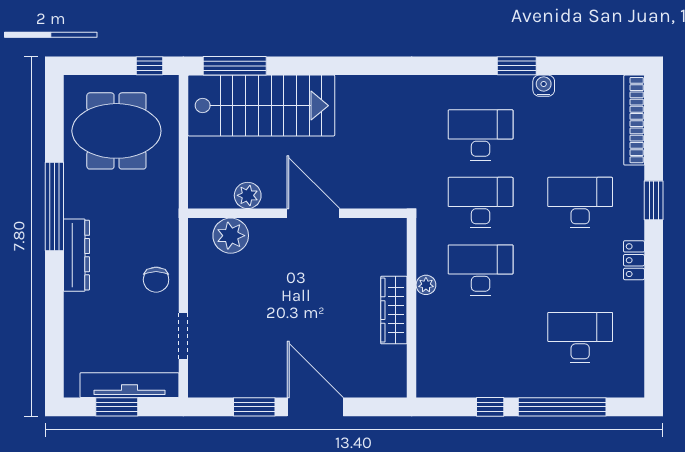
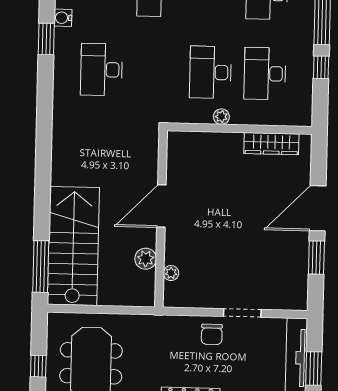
window: (149, 66) -> (38, 366), moved
desk: (481, 203) -> (265, 74), moved
plant: (231, 236) -> (171, 273), width x0.53, depth x0.53
chair: (156, 280) -> (212, 334), turned 90
wardrobe: (394, 310) -> (271, 144), moved
doorway: (183, 336) -> (242, 313), moved

